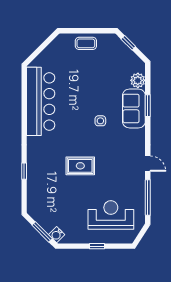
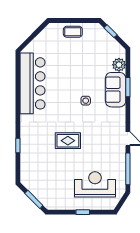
water cooler: (57, 235) -> (47, 202), removed

